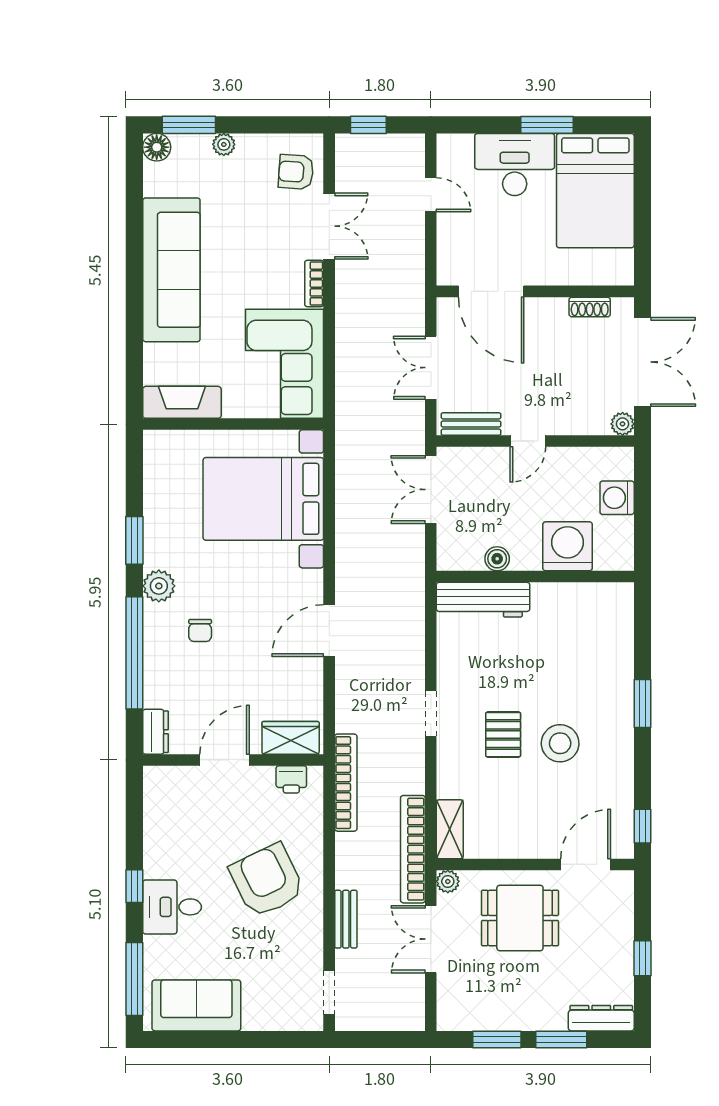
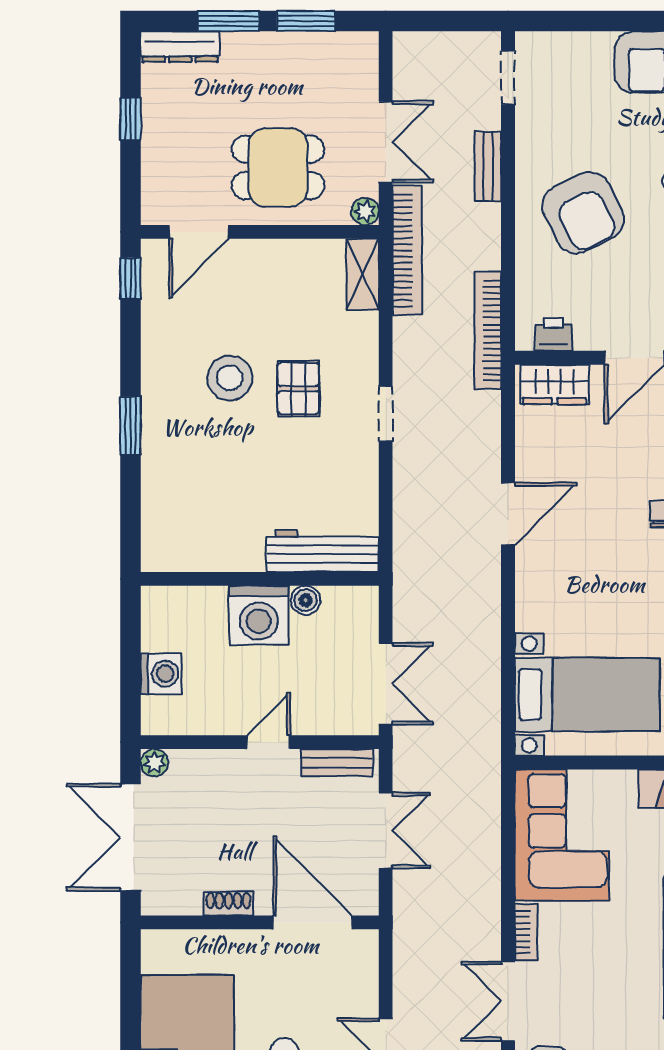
shoe rack: (590, 307) -> (228, 904), moved
bed with nightstands: (263, 499) -> (587, 695), width x0.73
washing machine: (568, 546) -> (259, 615), moved

